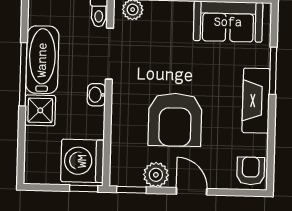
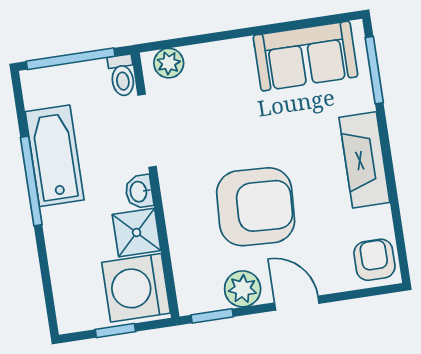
window: (273, 71) -> (374, 70), moved
shower: (40, 110) -> (137, 232), moved
armchair: (175, 120) -> (256, 207), turned -87
window: (84, 188) -> (115, 331), moved

